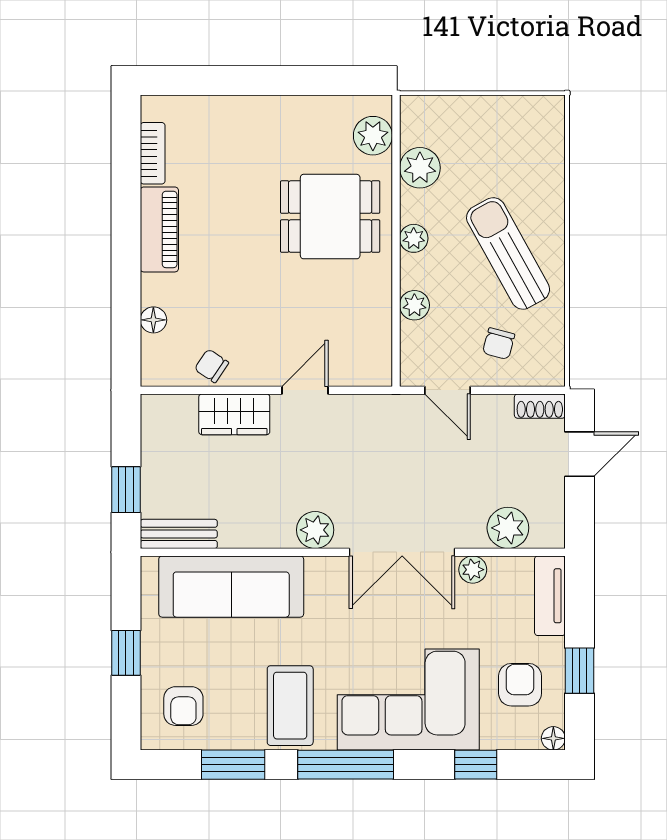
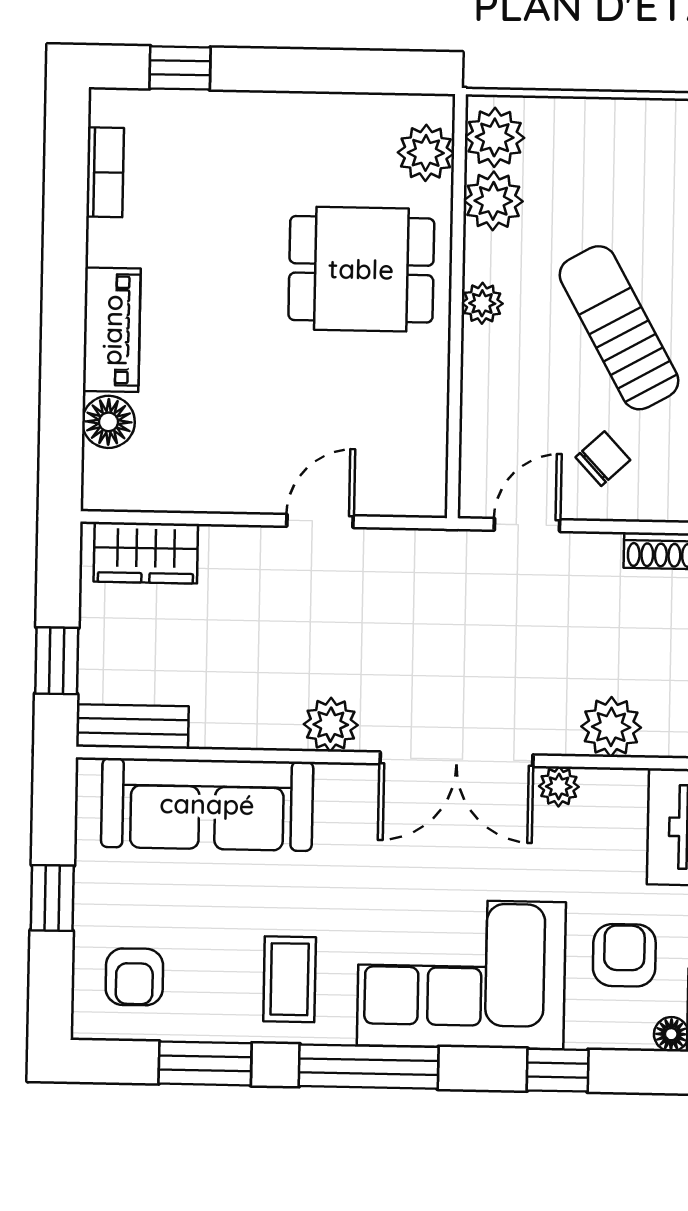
window: (203, 81) -> (180, 68), added
piano: (159, 229) -> (112, 330), moved
plant: (414, 305) -> (495, 137), moved, width x1.38, depth x1.38
floor lamp: (153, 320) -> (108, 422), width x1.37, depth x1.37
chair: (499, 344) -> (603, 459), turned -148
chair: (212, 366) -> (185, 483), removed
door: (447, 390) -> (527, 525), swing flipped
wardrobe: (234, 414) -> (146, 553), moved
coffee table: (290, 706) -> (290, 979), width x0.73, depth x0.77

